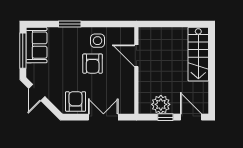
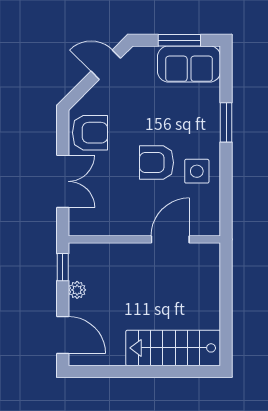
window: (23, 51) -> (179, 40), width x0.69
plant: (161, 104) -> (77, 290), width x0.53, depth x0.53
window: (165, 117) -> (63, 267), moved
door: (191, 117) -> (63, 335), hinge flipped

